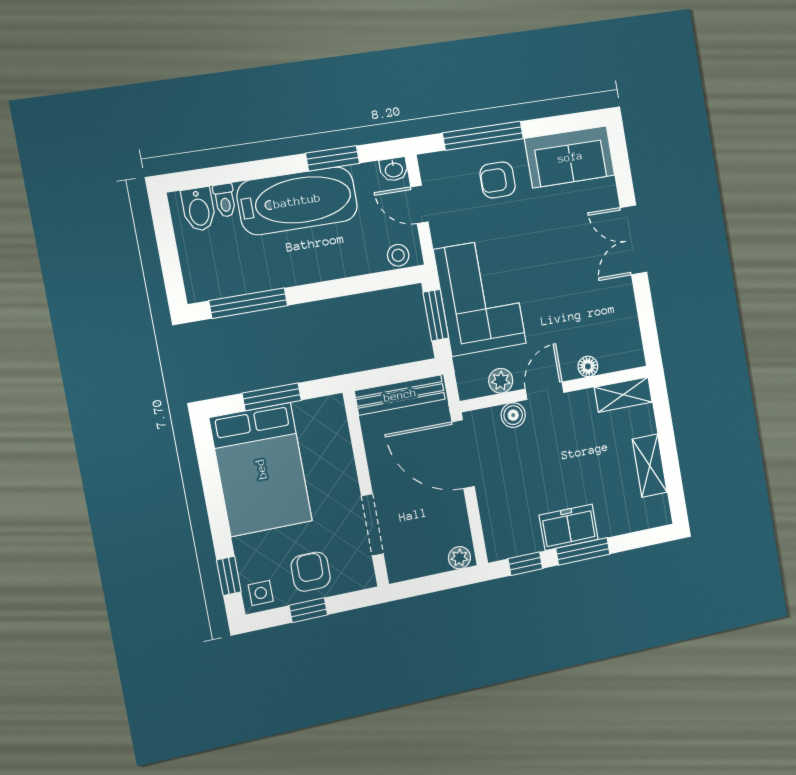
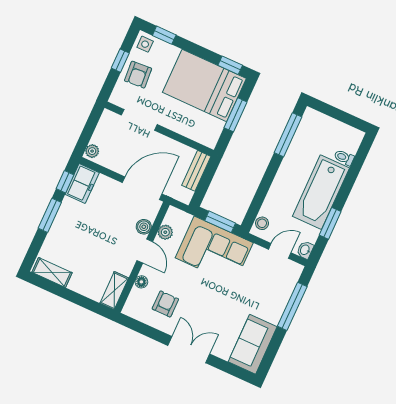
armchair: (498, 180) -> (165, 304), moved
bidet: (199, 209) -> (348, 142), removed
bench: (400, 395) -> (196, 171), width x0.73
window: (206, 454) -> (230, 65), added
shelving: (650, 466) -> (52, 272), moved
freezer: (569, 527) -> (82, 184), moved
armchair: (311, 572) -> (138, 75), turned 86

